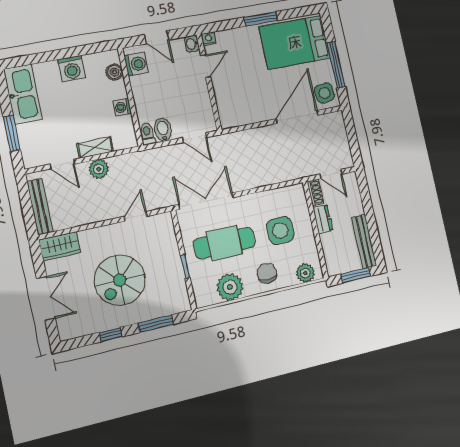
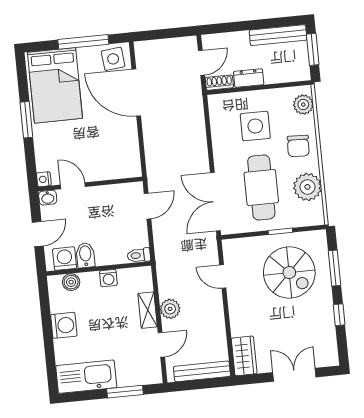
bidet: (163, 130) -> (85, 255), moved, turned 90
chair: (267, 273) -> (298, 146), turned -88
spiral stairs: (120, 280) -> (289, 273), moved

